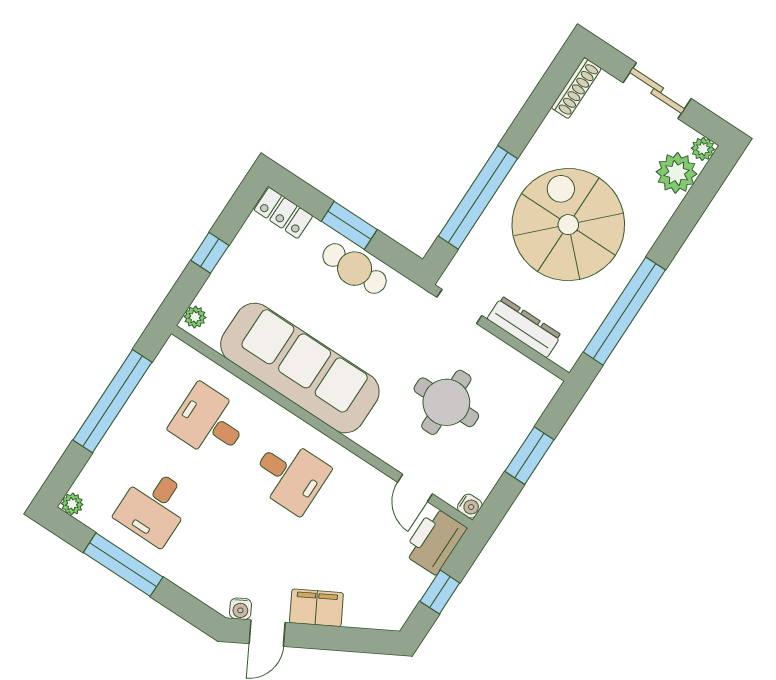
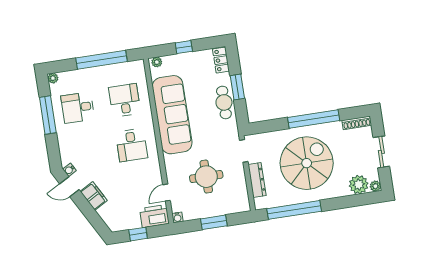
window: (478, 197) -> (314, 119), moved

